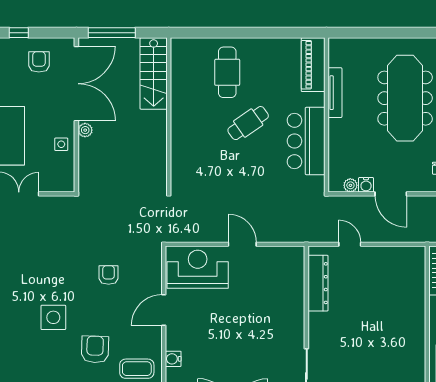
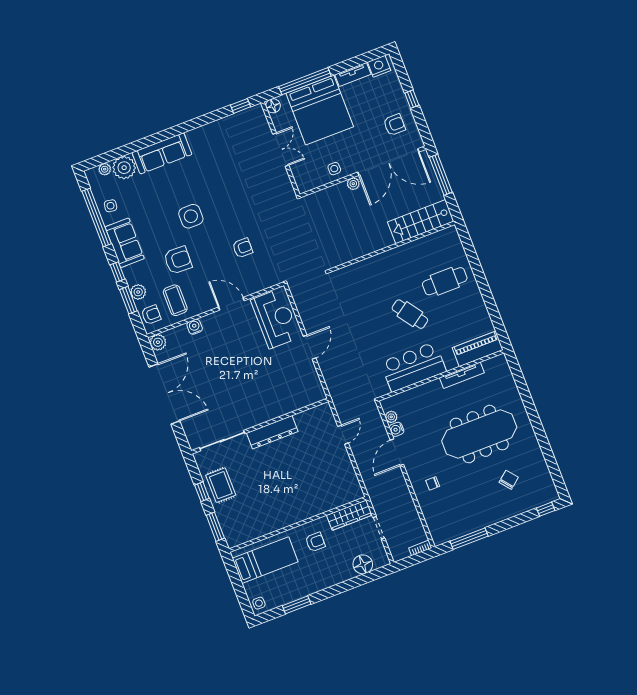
dresser: (318, 283) -> (272, 432), moved

